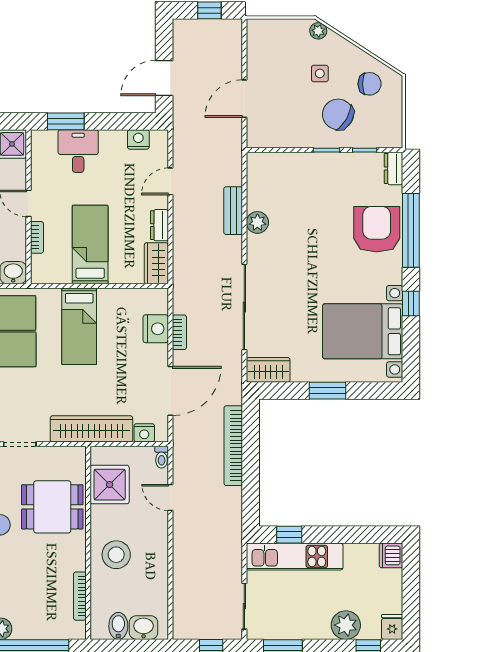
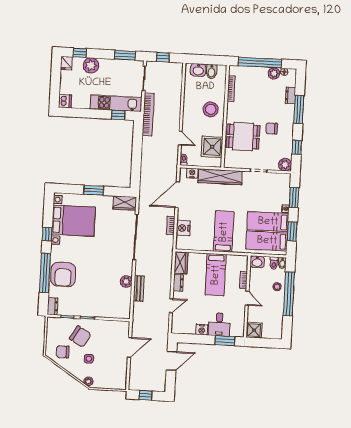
nightstand: (138, 139) -> (202, 330), moved
bookcase: (233, 446) -> (148, 114), moved

